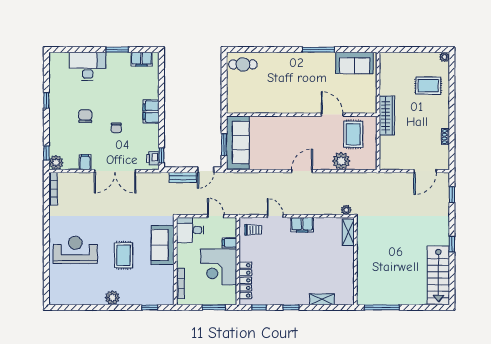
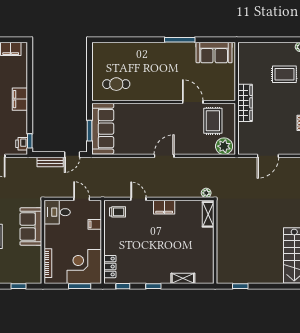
cafe table: (243, 64) -> (116, 84), moved
plant: (341, 161) -> (224, 146), moved
door: (425, 171) -> (268, 156), moved
corner desk: (219, 267) -> (84, 267), moved, turned 90
locker: (245, 280) -> (110, 267), width x0.66
window: (382, 307) -> (240, 286), width x0.46

